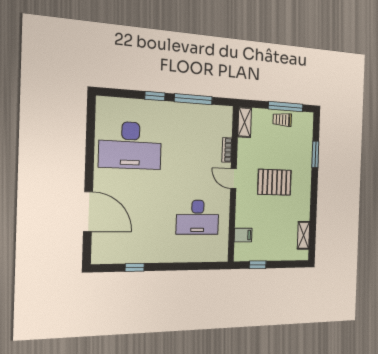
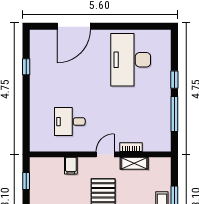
shelving: (245, 122) -> (134, 163), moved
desk: (198, 217) -> (70, 122), width x0.73
filing cabinet: (243, 235) -> (71, 166), moved

